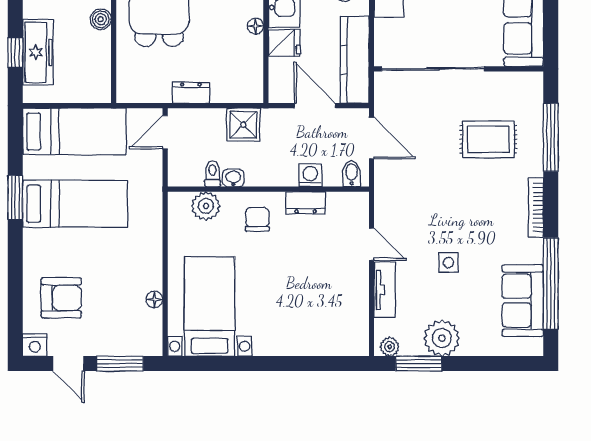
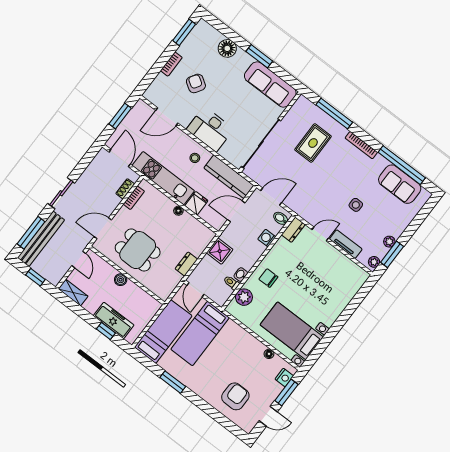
dresser: (305, 203) -> (293, 230), moved
bed: (75, 204) -> (200, 333), moved, turned 180
plant: (442, 338) -> (389, 242), width x0.53, depth x0.53
nightstand: (35, 345) -> (284, 377), moved

